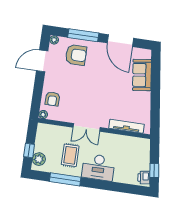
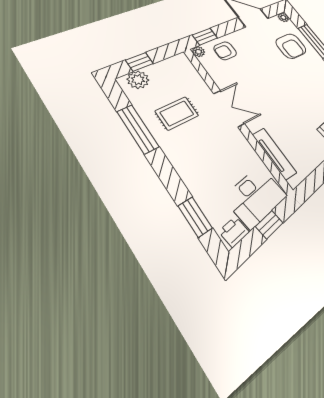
window: (36, 102) -> (205, 37), added
double door: (87, 127) -> (229, 109), swing flipped
desk: (98, 167) -> (255, 197), moved, turned -98
window: (154, 171) -> (269, 225), moved
window: (124, 188) -> (195, 217), added

